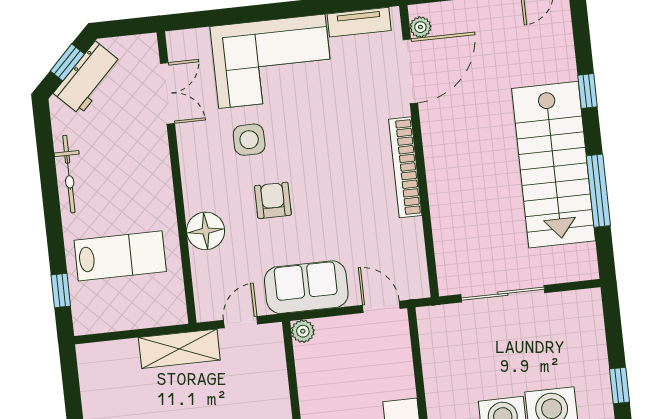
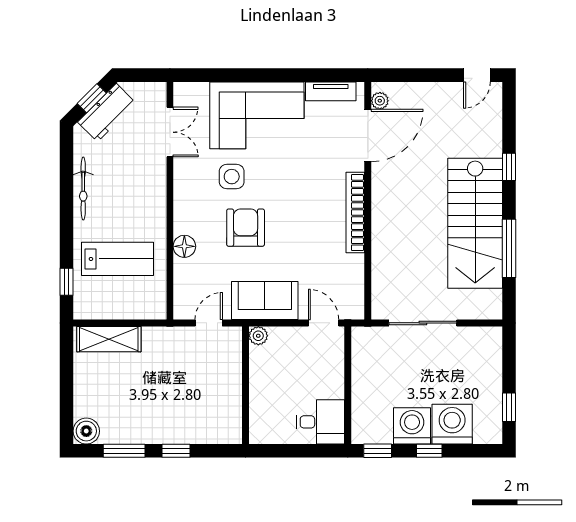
armchair: (273, 200) -> (246, 228), width x1.38, depth x1.38
floor lamp: (206, 231) -> (184, 246), width x0.73, depth x0.73
shelving: (179, 349) -> (109, 339), moved

